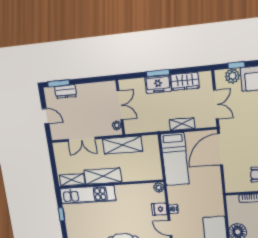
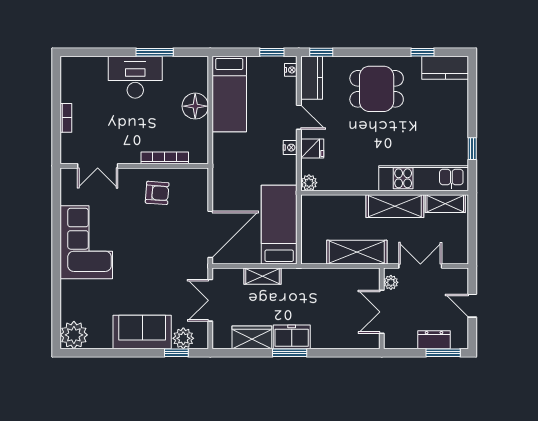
double door: (120, 105) -> (382, 312), moved
wall: (120, 108) -> (382, 308), moved
plant: (117, 125) -> (391, 282), moved

